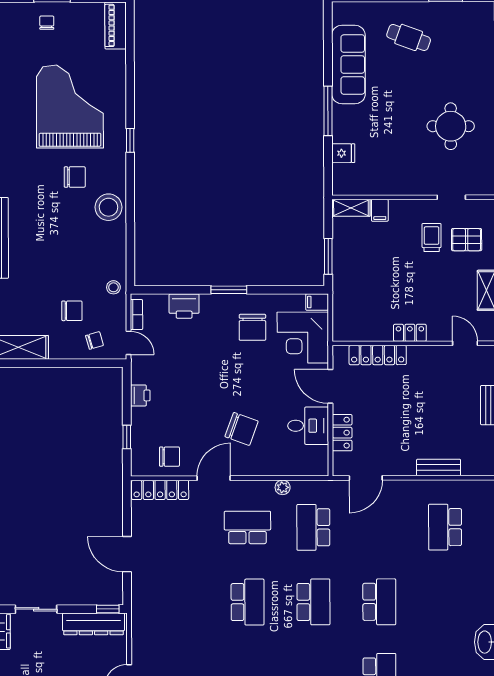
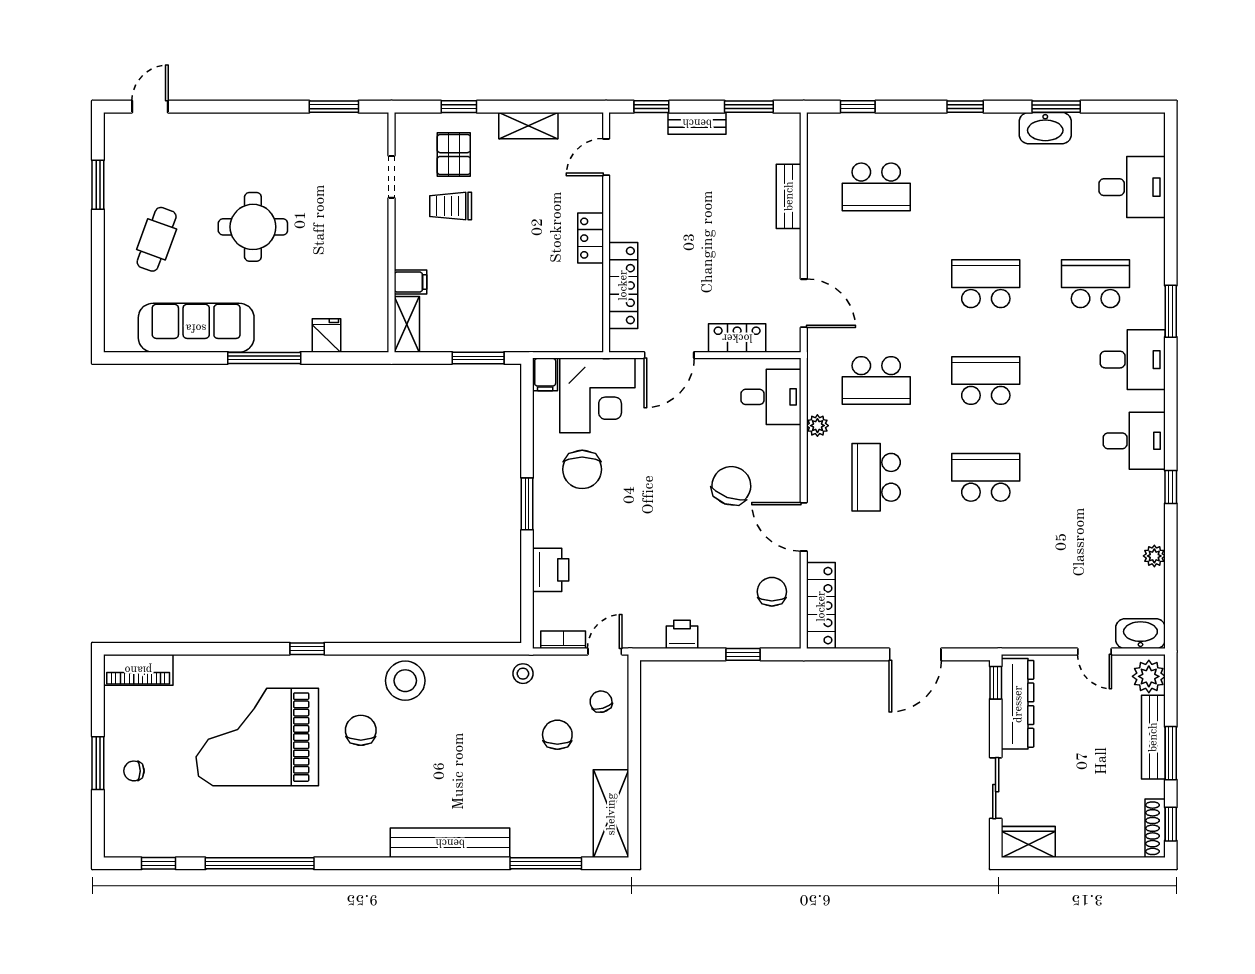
round table: (451, 126) -> (253, 227), moved
chair: (252, 327) -> (582, 469), turned 90
desk: (308, 426) -> (771, 397), moved, turned 90

